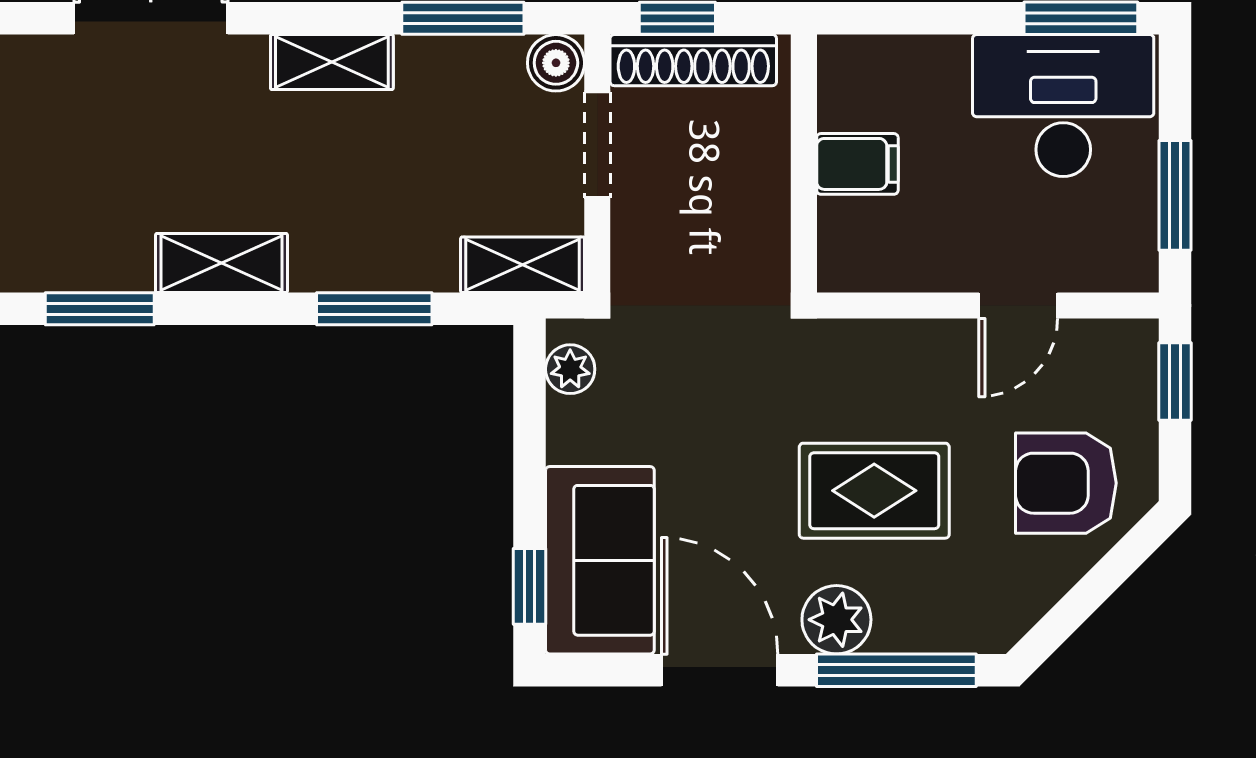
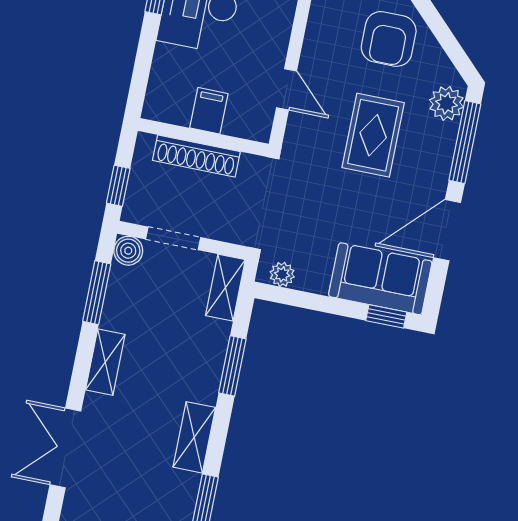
shoe rack: (693, 60) -> (196, 156), moved, turned 90
door: (1018, 306) -> (287, 89), moved
plant: (836, 620) -> (446, 103), moved

